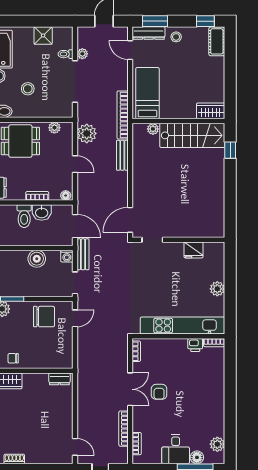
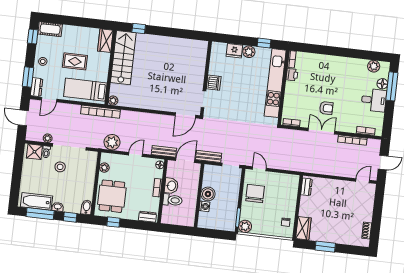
dresser: (149, 33) -> (37, 87), width x0.70
shower: (43, 35) -> (34, 152), moved
rug: (181, 76) -> (75, 61), added
stool: (28, 89) -> (60, 167), moved
plant: (153, 129) -> (113, 101), moved
bench: (122, 155) -> (164, 151), moved
door: (130, 220) -> (185, 115), hinge flipped
dishwasher: (174, 250) -> (214, 83), added
fridge: (194, 250) -> (234, 51), moved, turned 90
washing machine: (67, 256) -> (204, 206), moved
window: (230, 306) -> (264, 43), added

